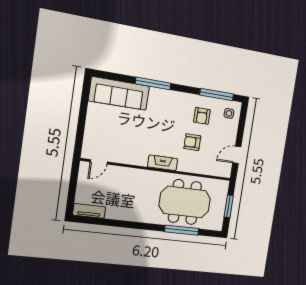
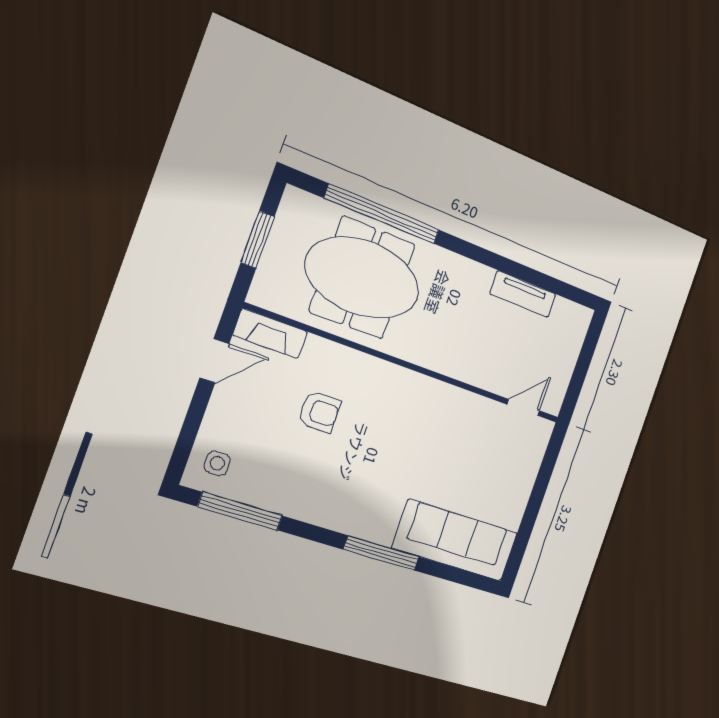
armchair: (202, 116) -> (285, 468), removed
fireplace: (163, 163) -> (270, 334), moved
tv unit: (89, 211) -> (523, 294), moved
window: (182, 230) -> (382, 214), width x1.46

